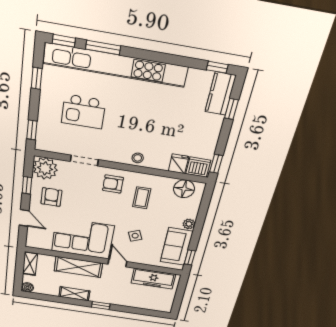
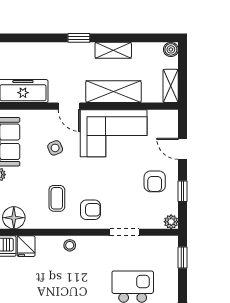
plant: (45, 168) -> (171, 222), width x0.53, depth x0.53

